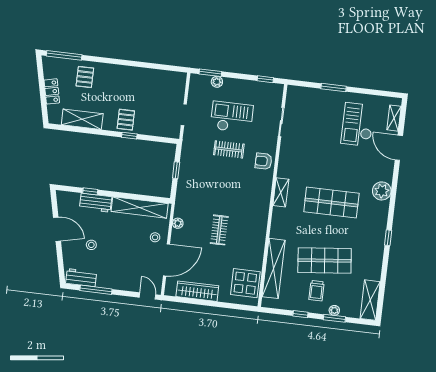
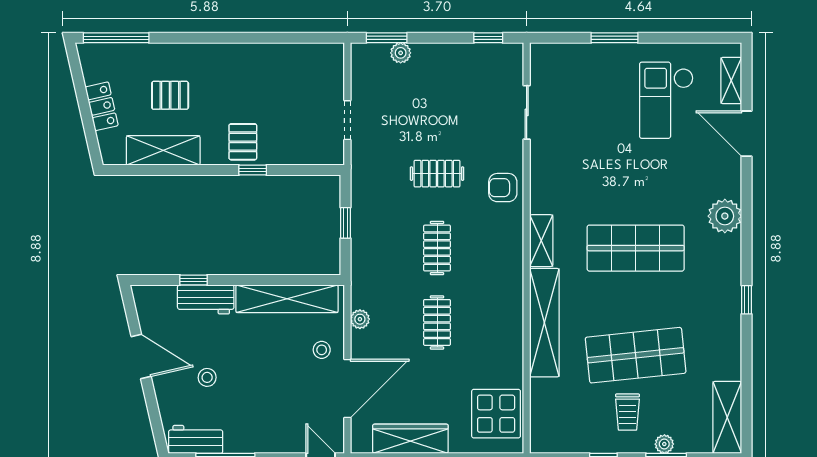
pallet: (85, 77) -> (170, 95), moved, turned 90
checkout: (232, 117) -> (435, 114), removed
clothes rail: (224, 190) -> (437, 248), added
shelving: (274, 268) -> (544, 323), moved

